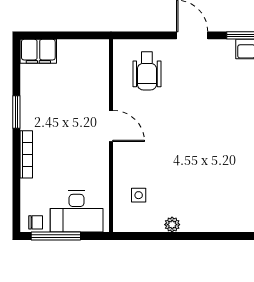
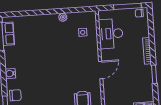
door: (111, 126) -> (101, 70), swing flipped
desk: (77, 212) -> (111, 34), moved, turned -90

